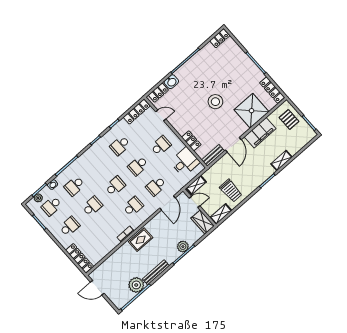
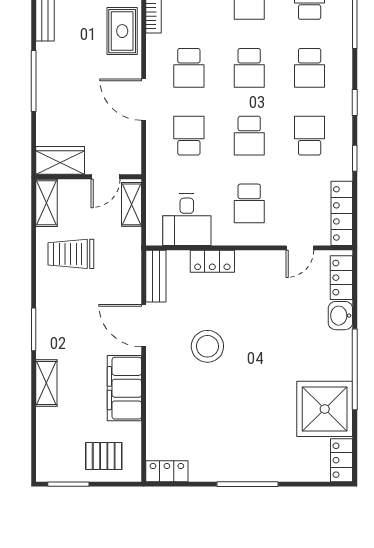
locker: (272, 90) -> (167, 471), width x0.66
stool: (215, 102) -> (207, 346), moved
shower: (252, 111) -> (325, 409), moved
school desk: (97, 166) -> (310, 68), added
school desk: (138, 166) -> (249, 136), turned 180
door: (168, 203) -> (144, 100), moved
plant: (183, 247) -> (48, 91), removed

